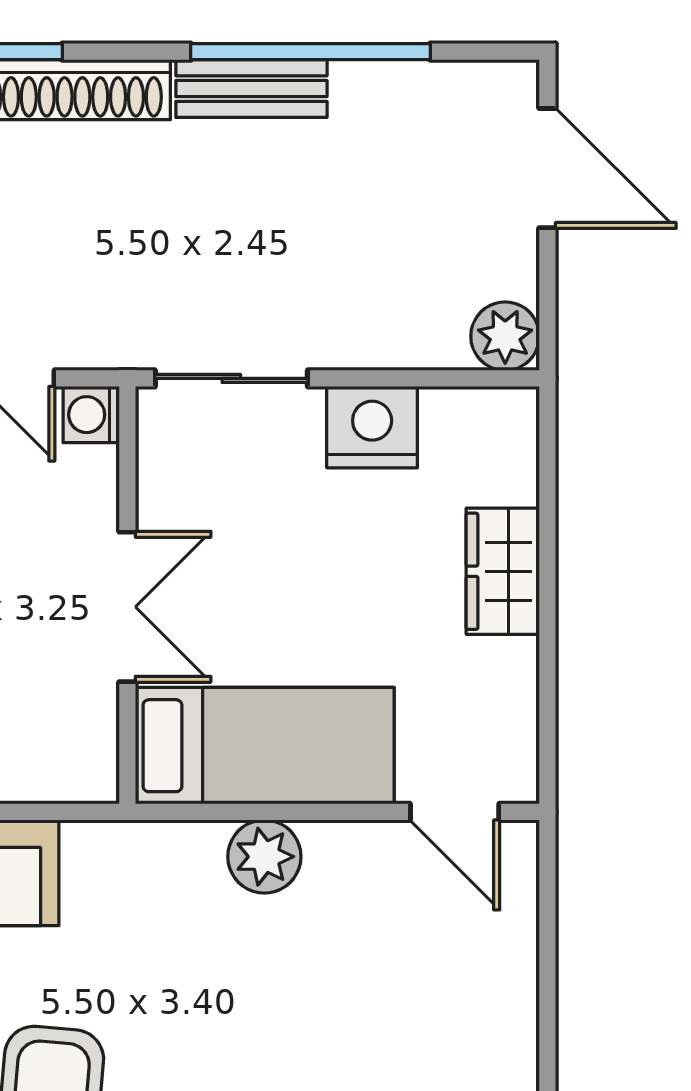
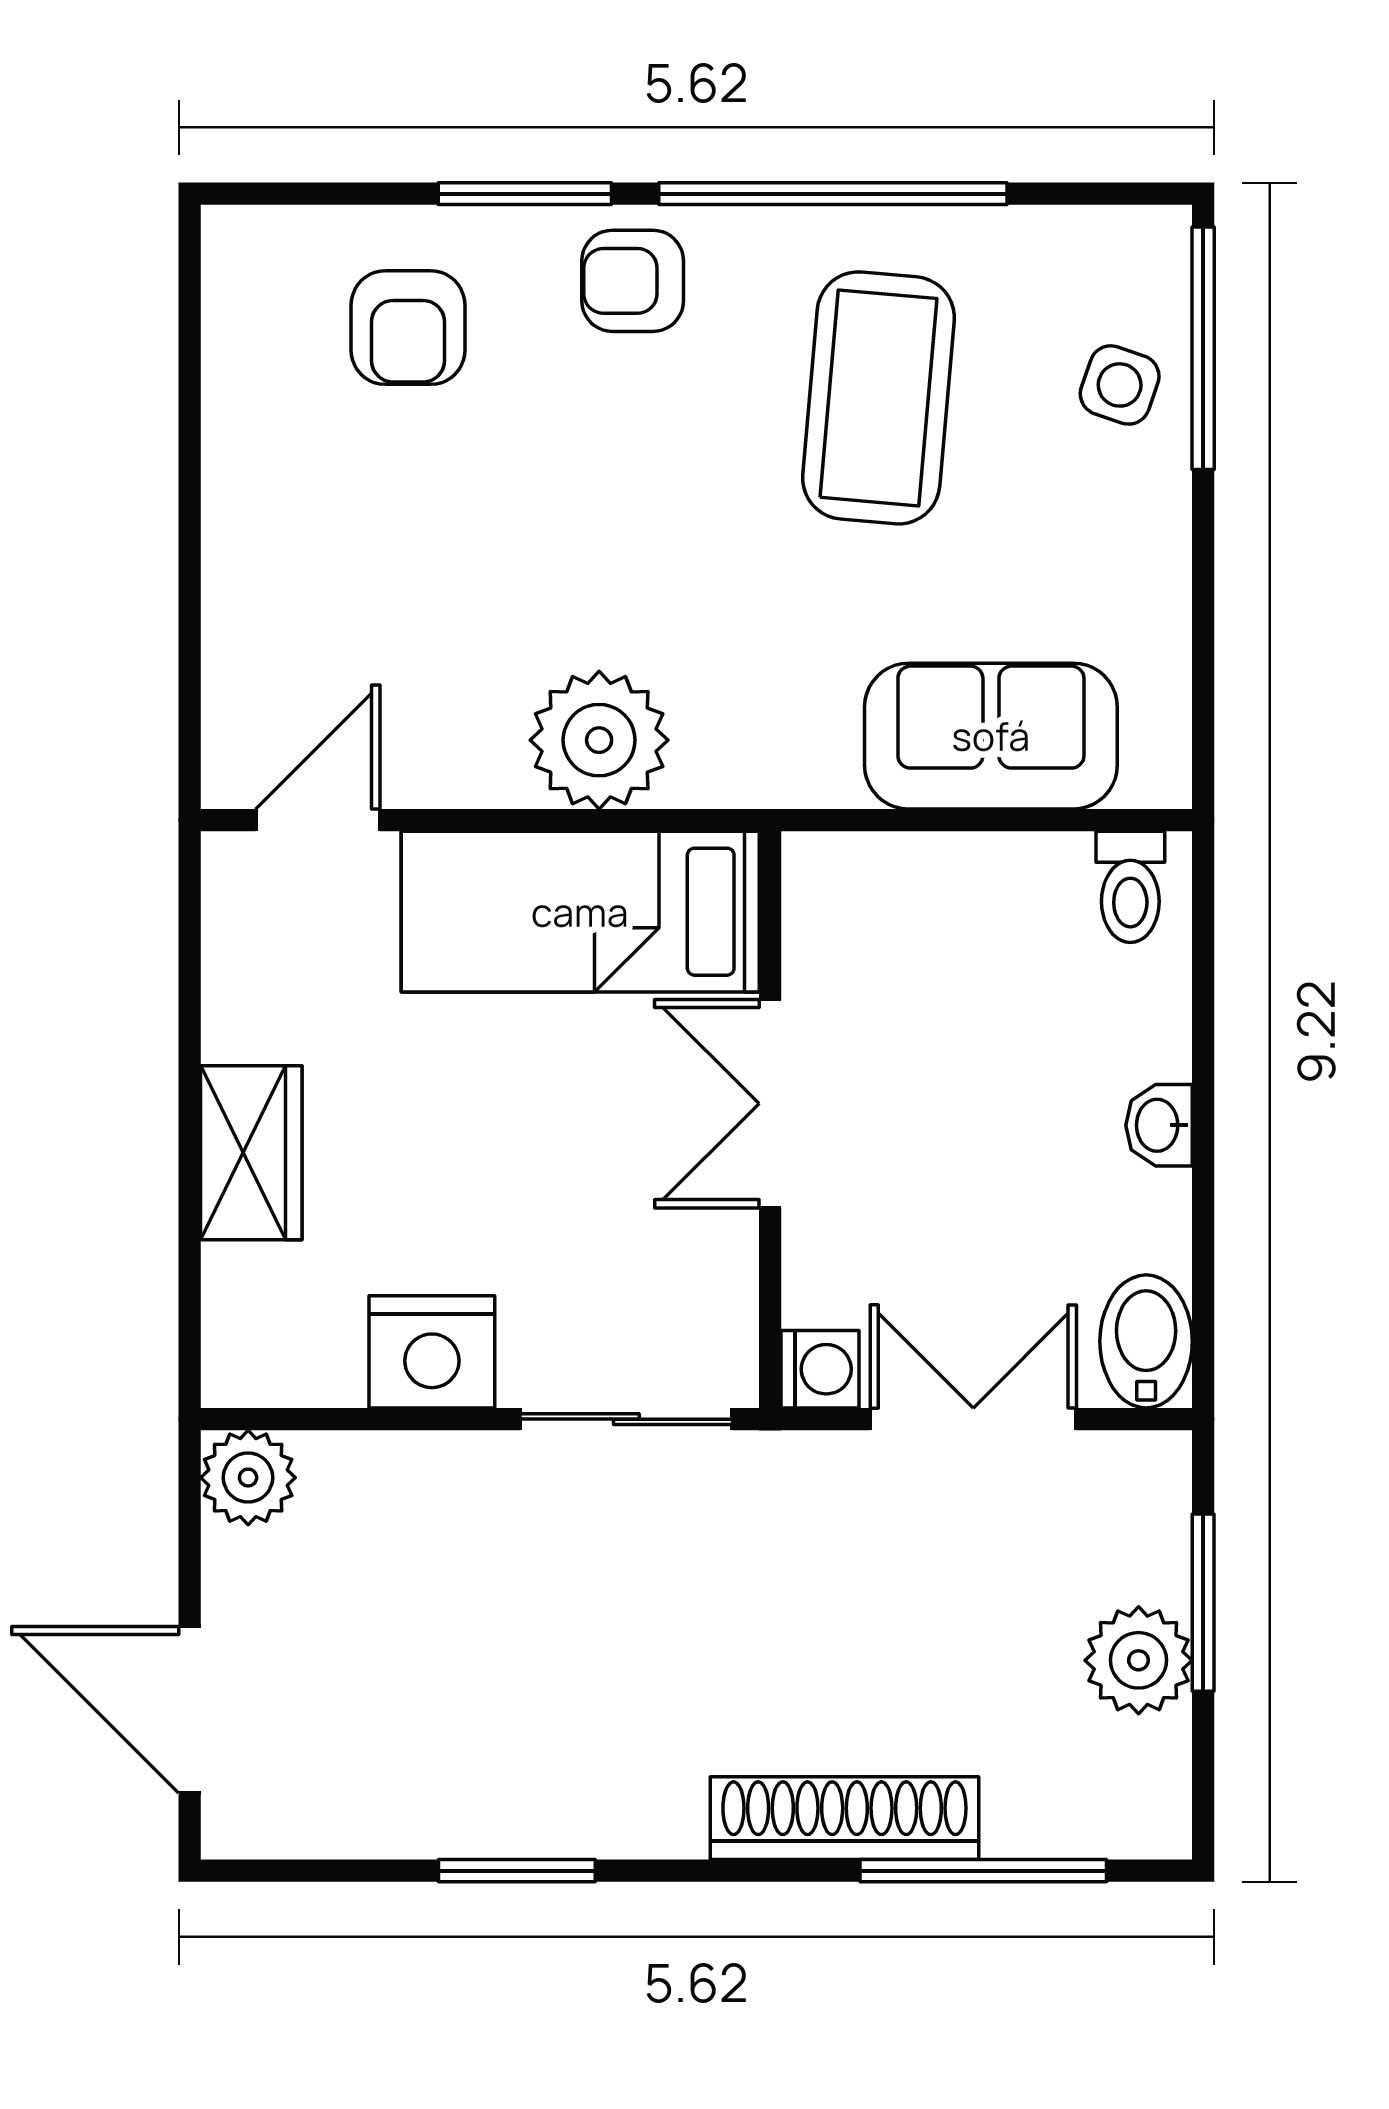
window: (311, 52) -> (517, 1871), width x0.47
bench: (251, 89) -> (599, 1820), removed
door: (455, 812) -> (318, 820), hinge flipped
plant: (264, 857) -> (599, 740), width x1.36, depth x1.36

